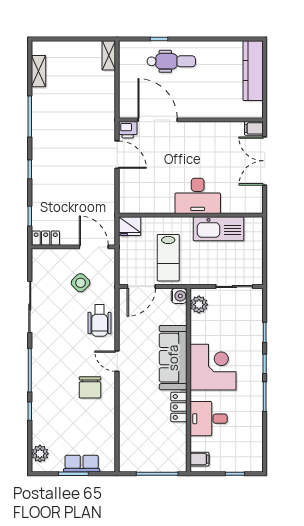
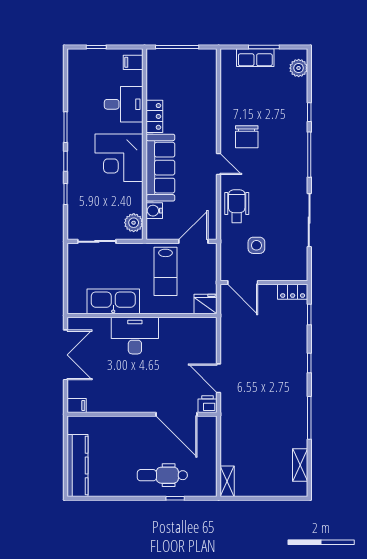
double door: (265, 161) -> (65, 355), moved
lab bench: (168, 258) -> (165, 271), turned 180
side table: (81, 283) -> (256, 245), turned 45
water cooler: (179, 296) -> (154, 211), moved
chair: (90, 387) -> (247, 137), turned 180

